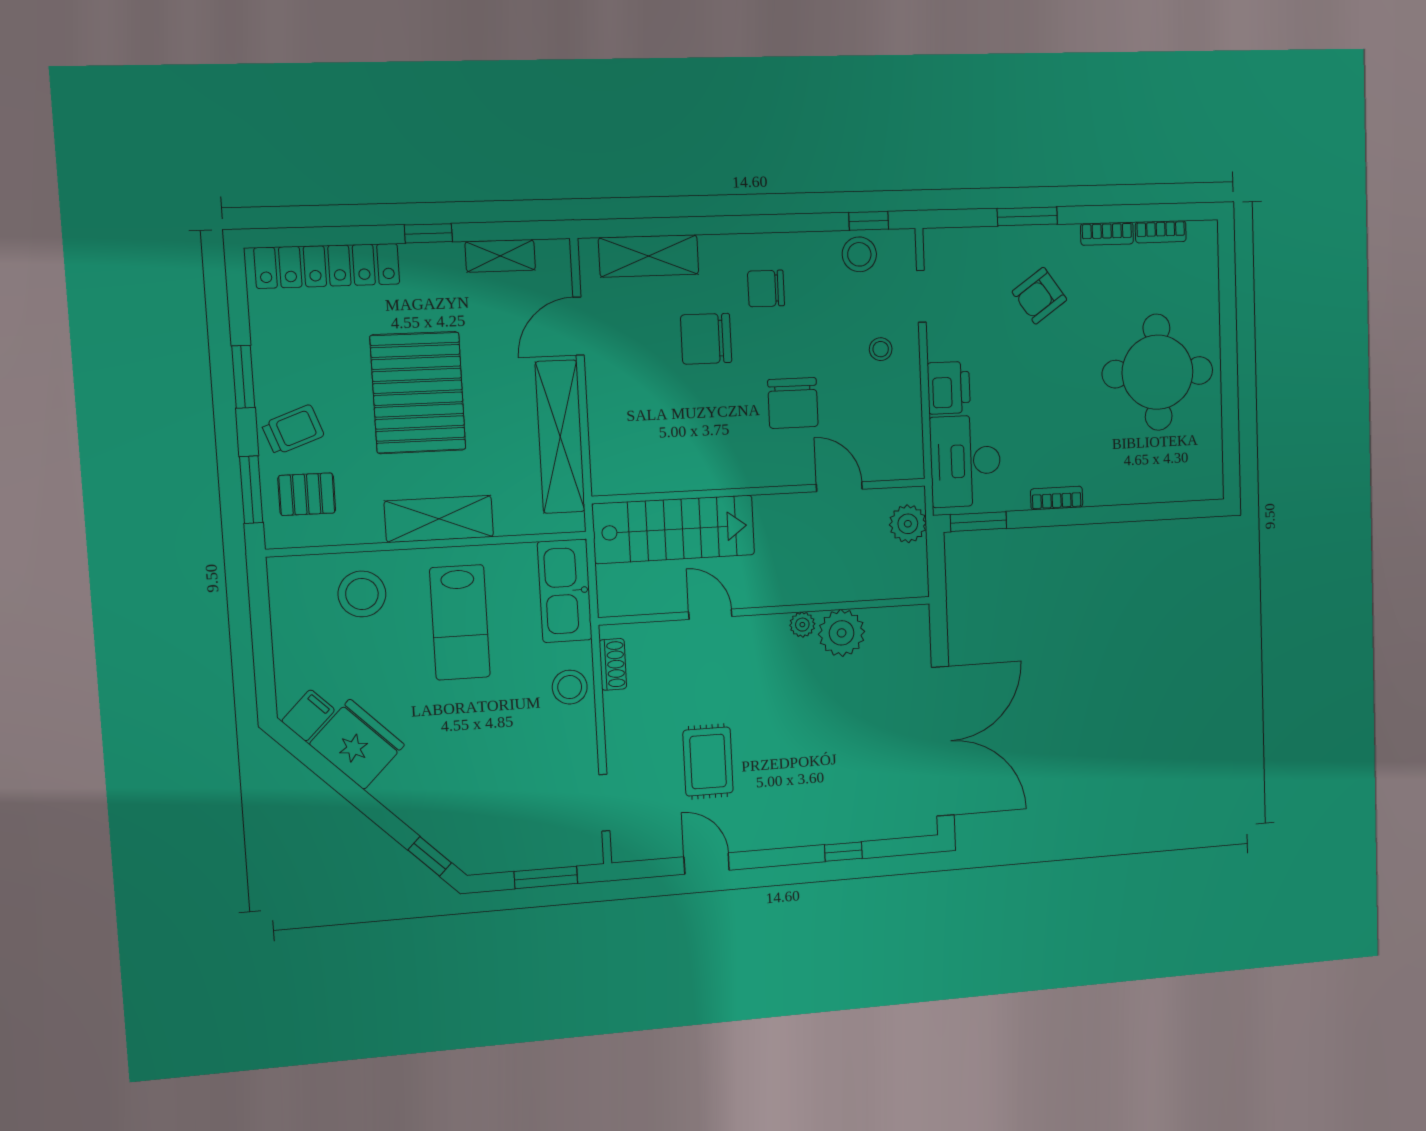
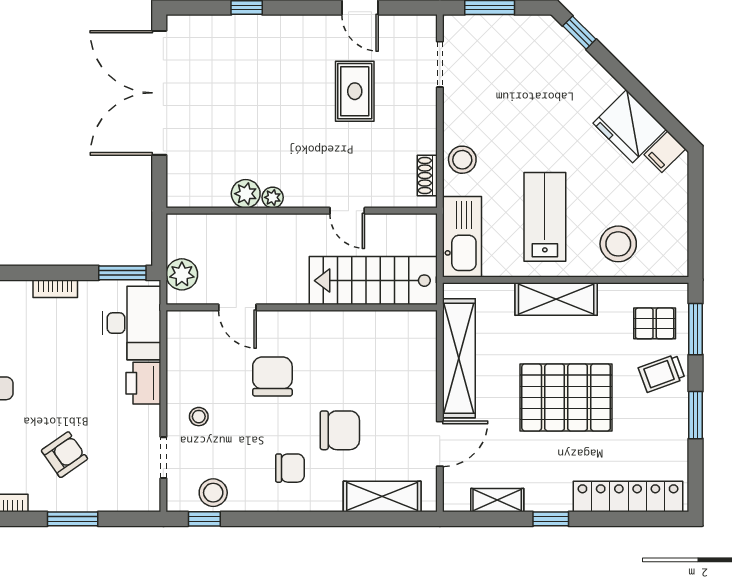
pallet: (418, 393) -> (566, 397), turned 90
plant: (842, 633) -> (246, 194), width x0.73, depth x0.73

